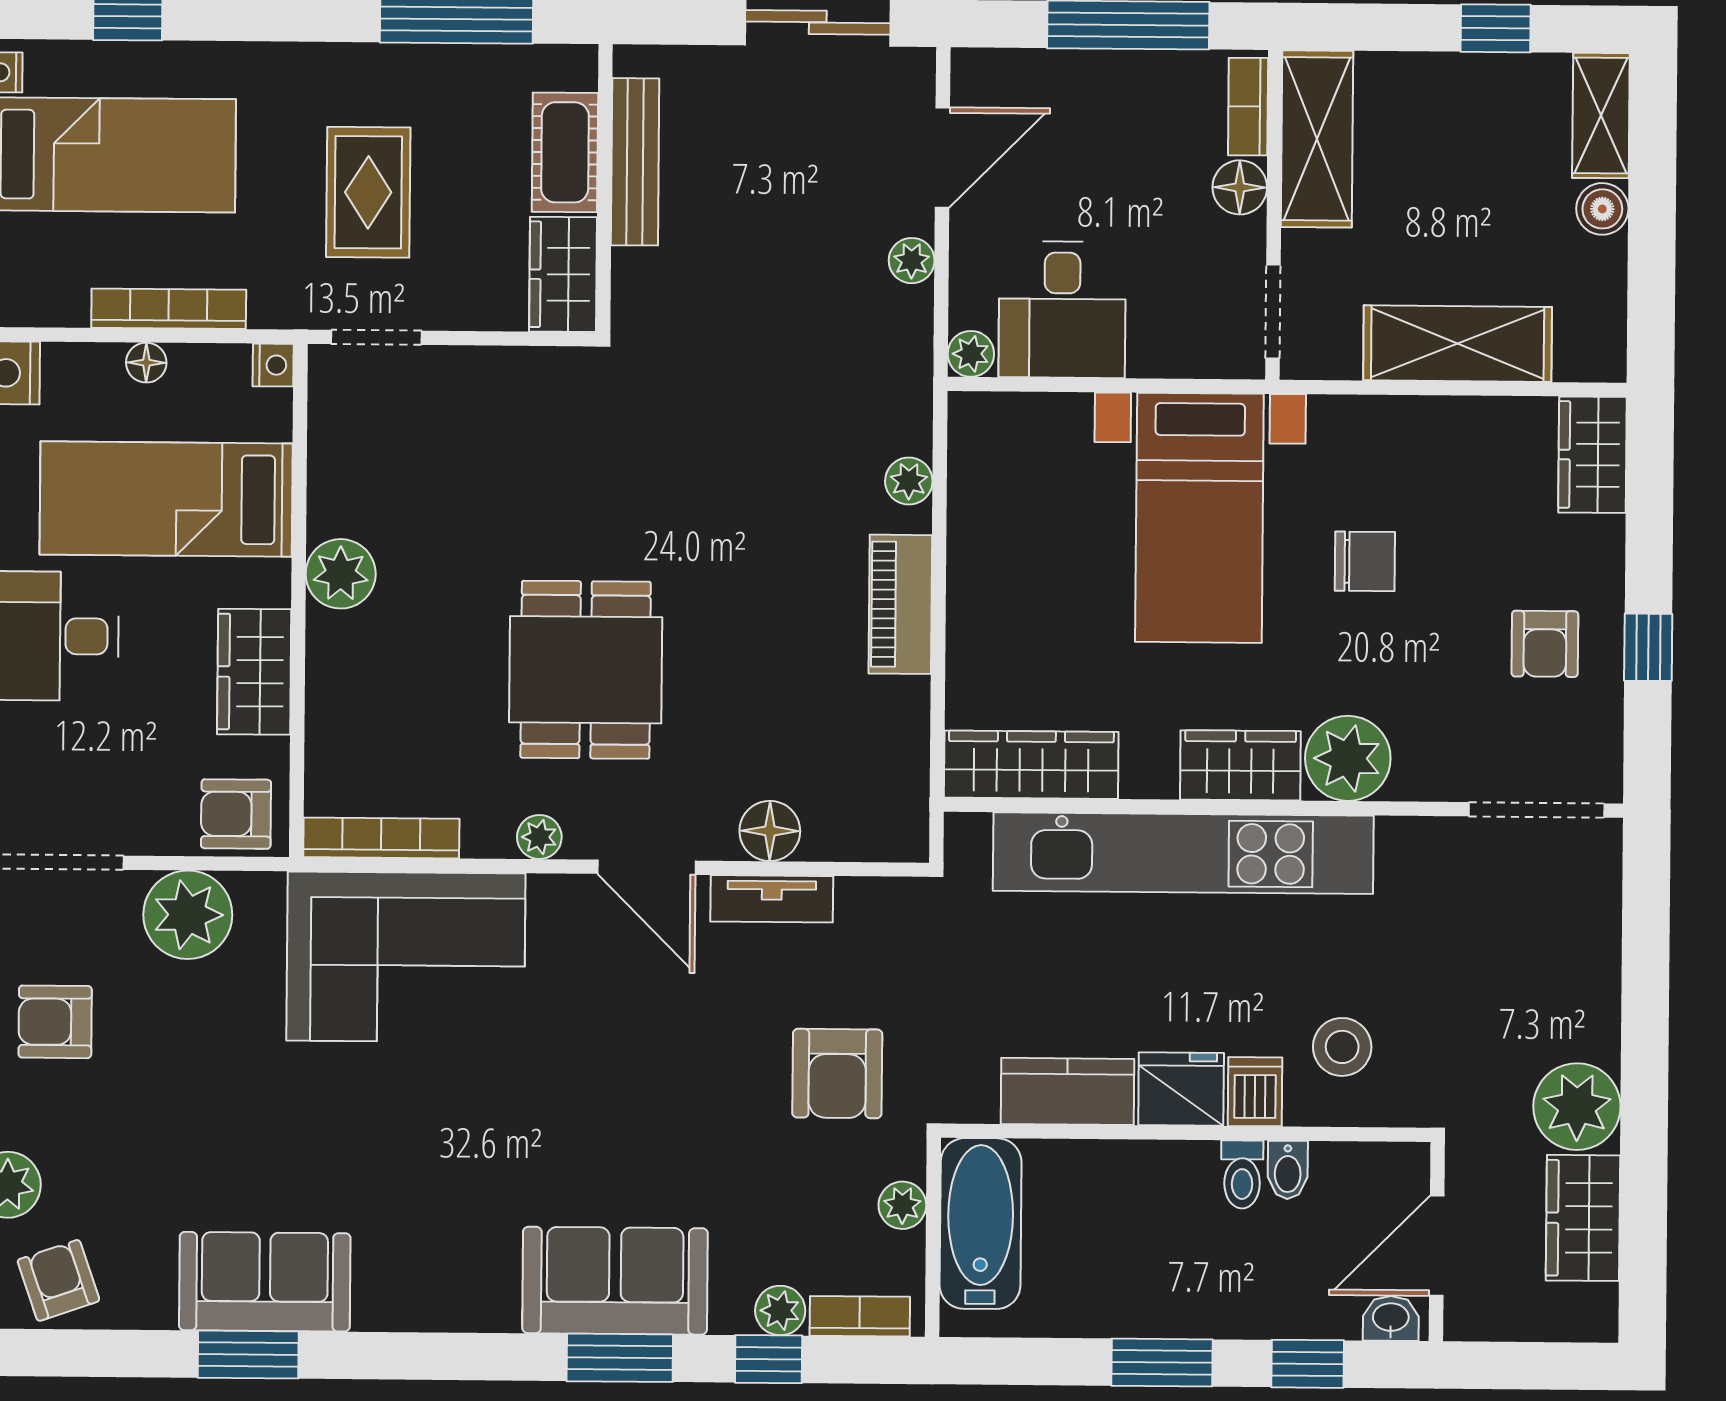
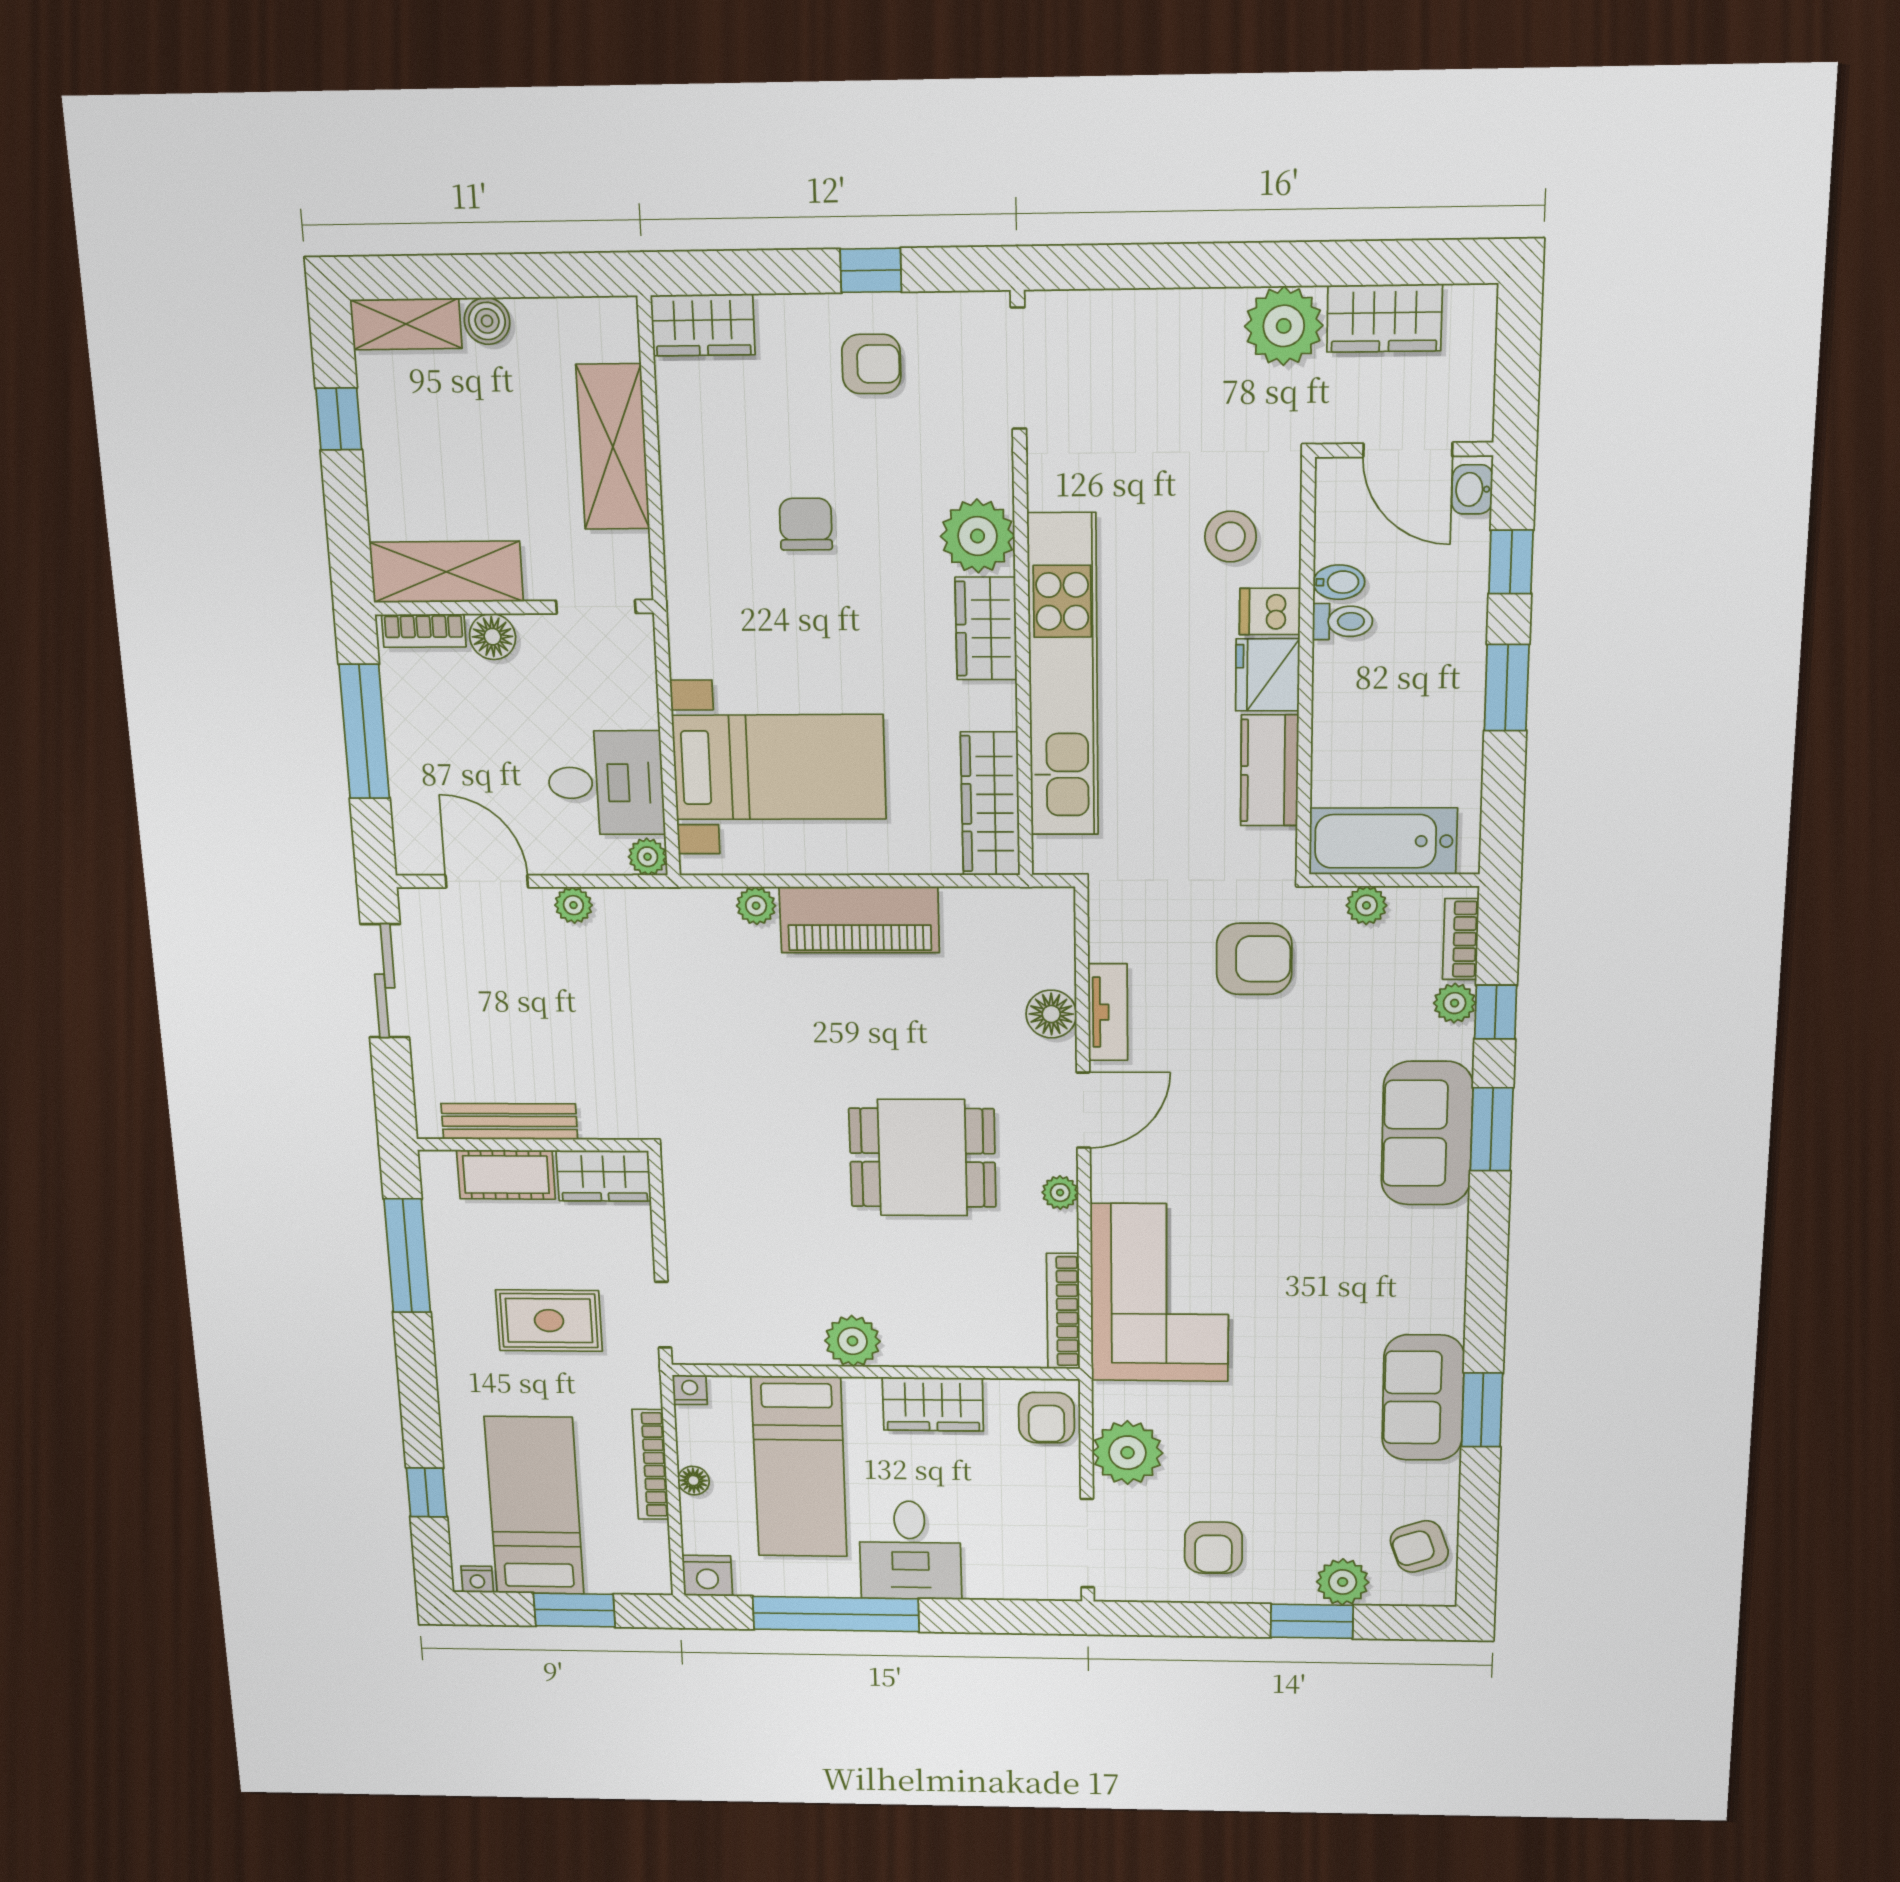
bed with nightstands: (1199, 518) -> (779, 767), moved
piano: (900, 604) -> (859, 920), width x1.37, depth x1.33

